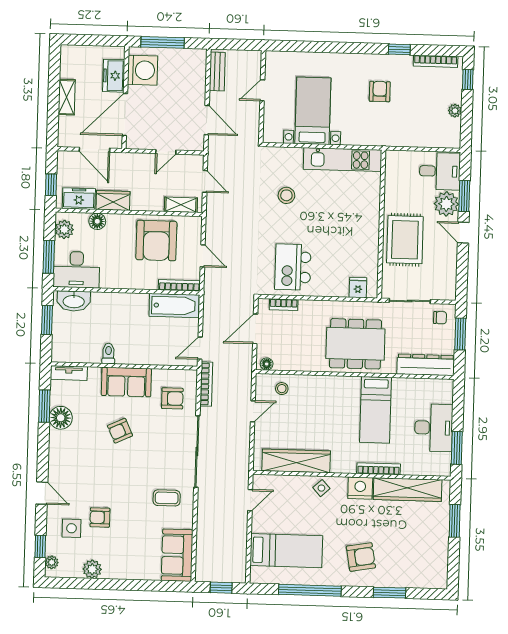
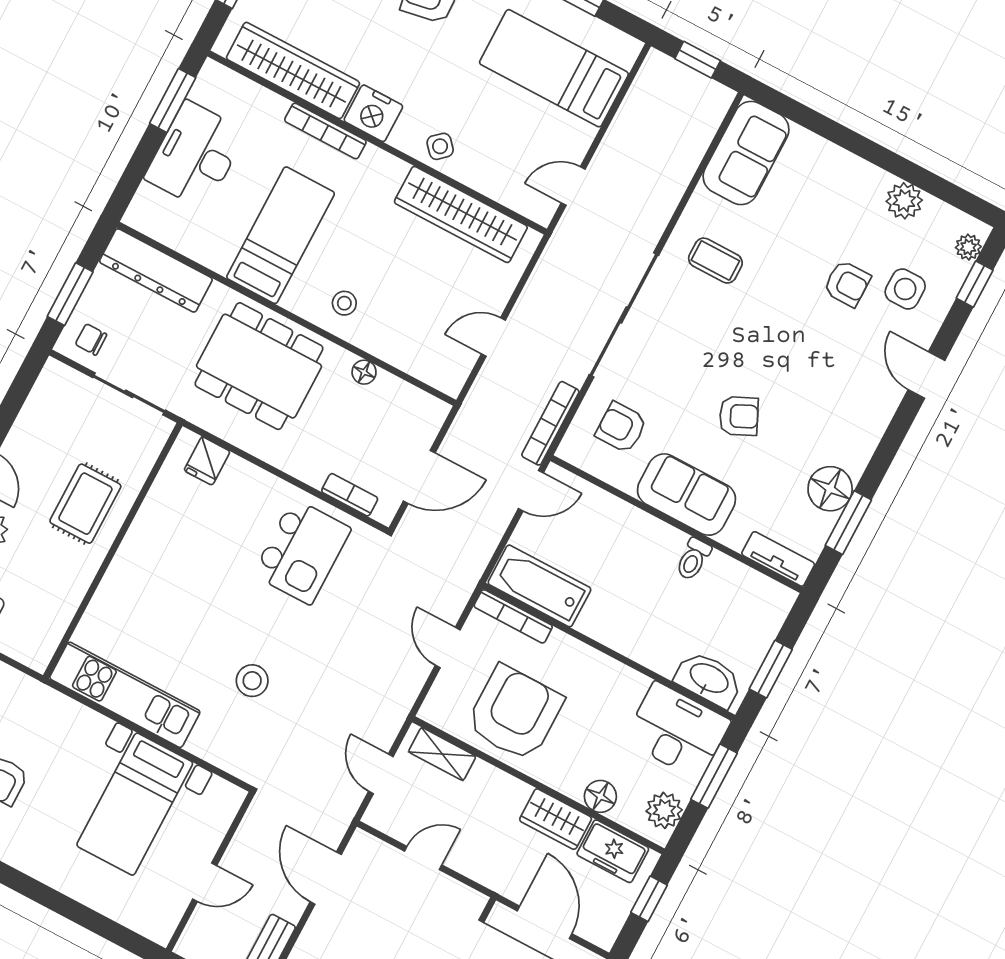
rug: (405, 240) -> (85, 504), width x0.73, depth x0.70
floor lamp: (267, 364) -> (364, 372), moved
stool: (282, 389) -> (344, 303), moved

